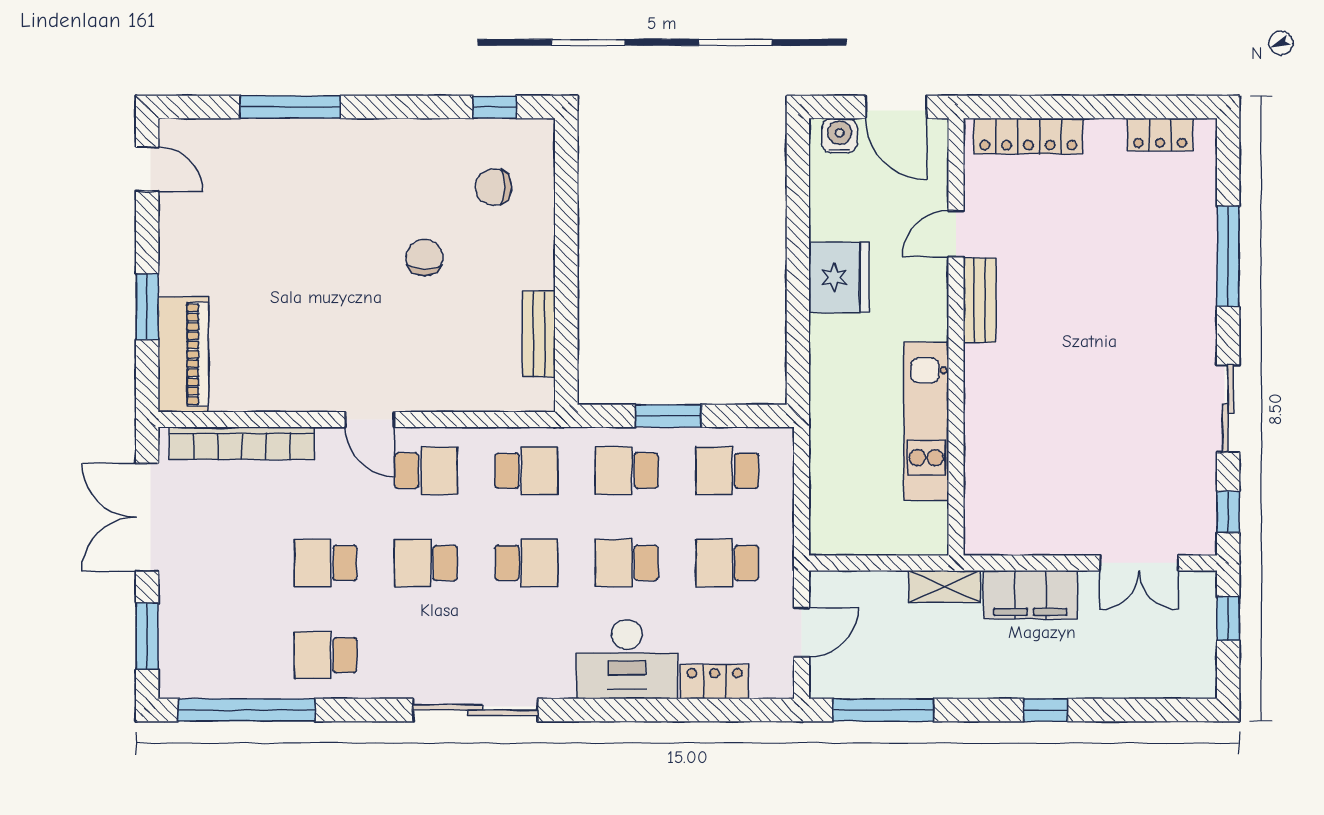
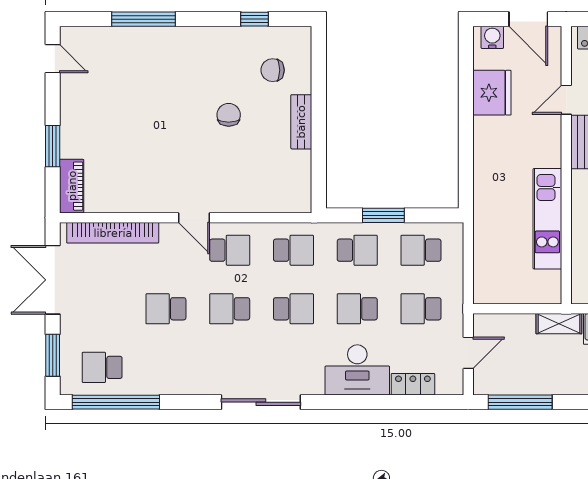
window: (495, 107) -> (254, 19), moved
fridge: (839, 278) -> (492, 93), moved
bench: (539, 334) -> (301, 122), moved
piano: (183, 354) -> (72, 186), width x0.73, depth x0.75
school desk: (627, 471) -> (357, 250), turned 180
school desk: (326, 655) -> (102, 367), moved

